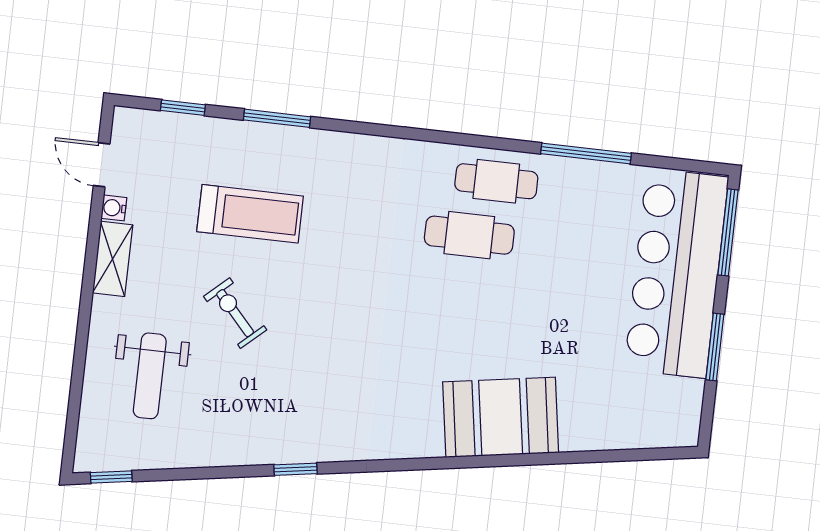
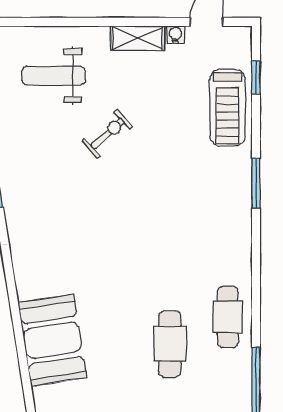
window: (277, 118) -> (256, 183), moved
treadmill: (250, 214) -> (227, 108), moved
cafe table: (469, 235) -> (170, 344), moved

